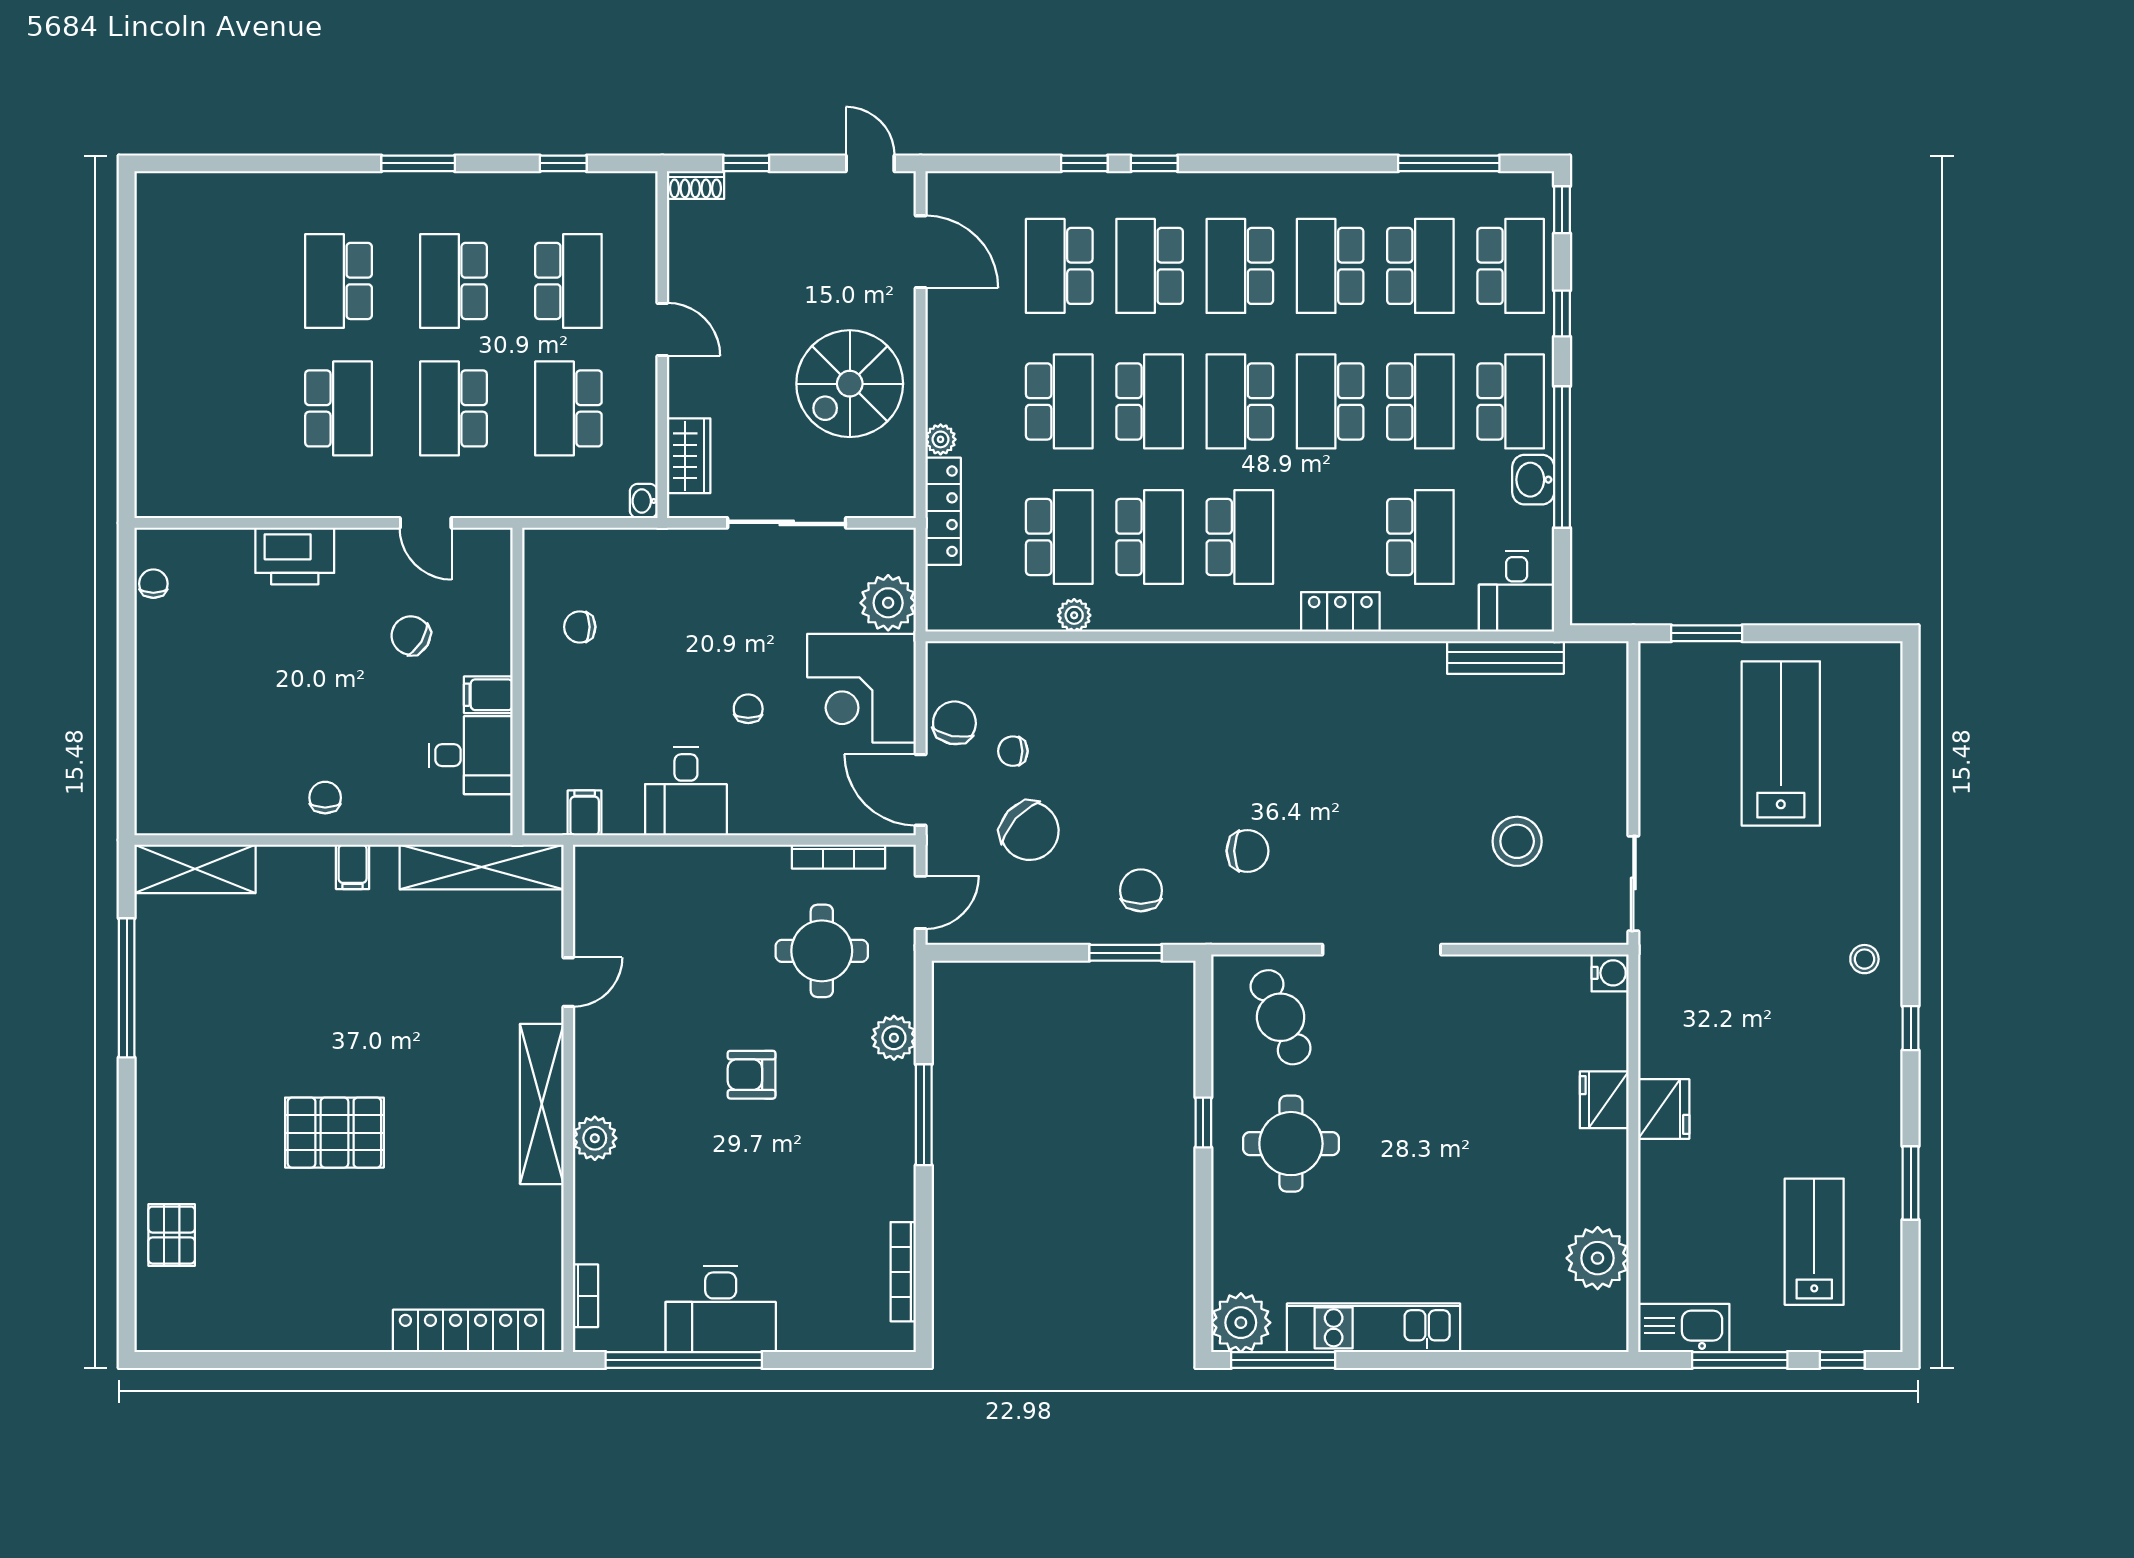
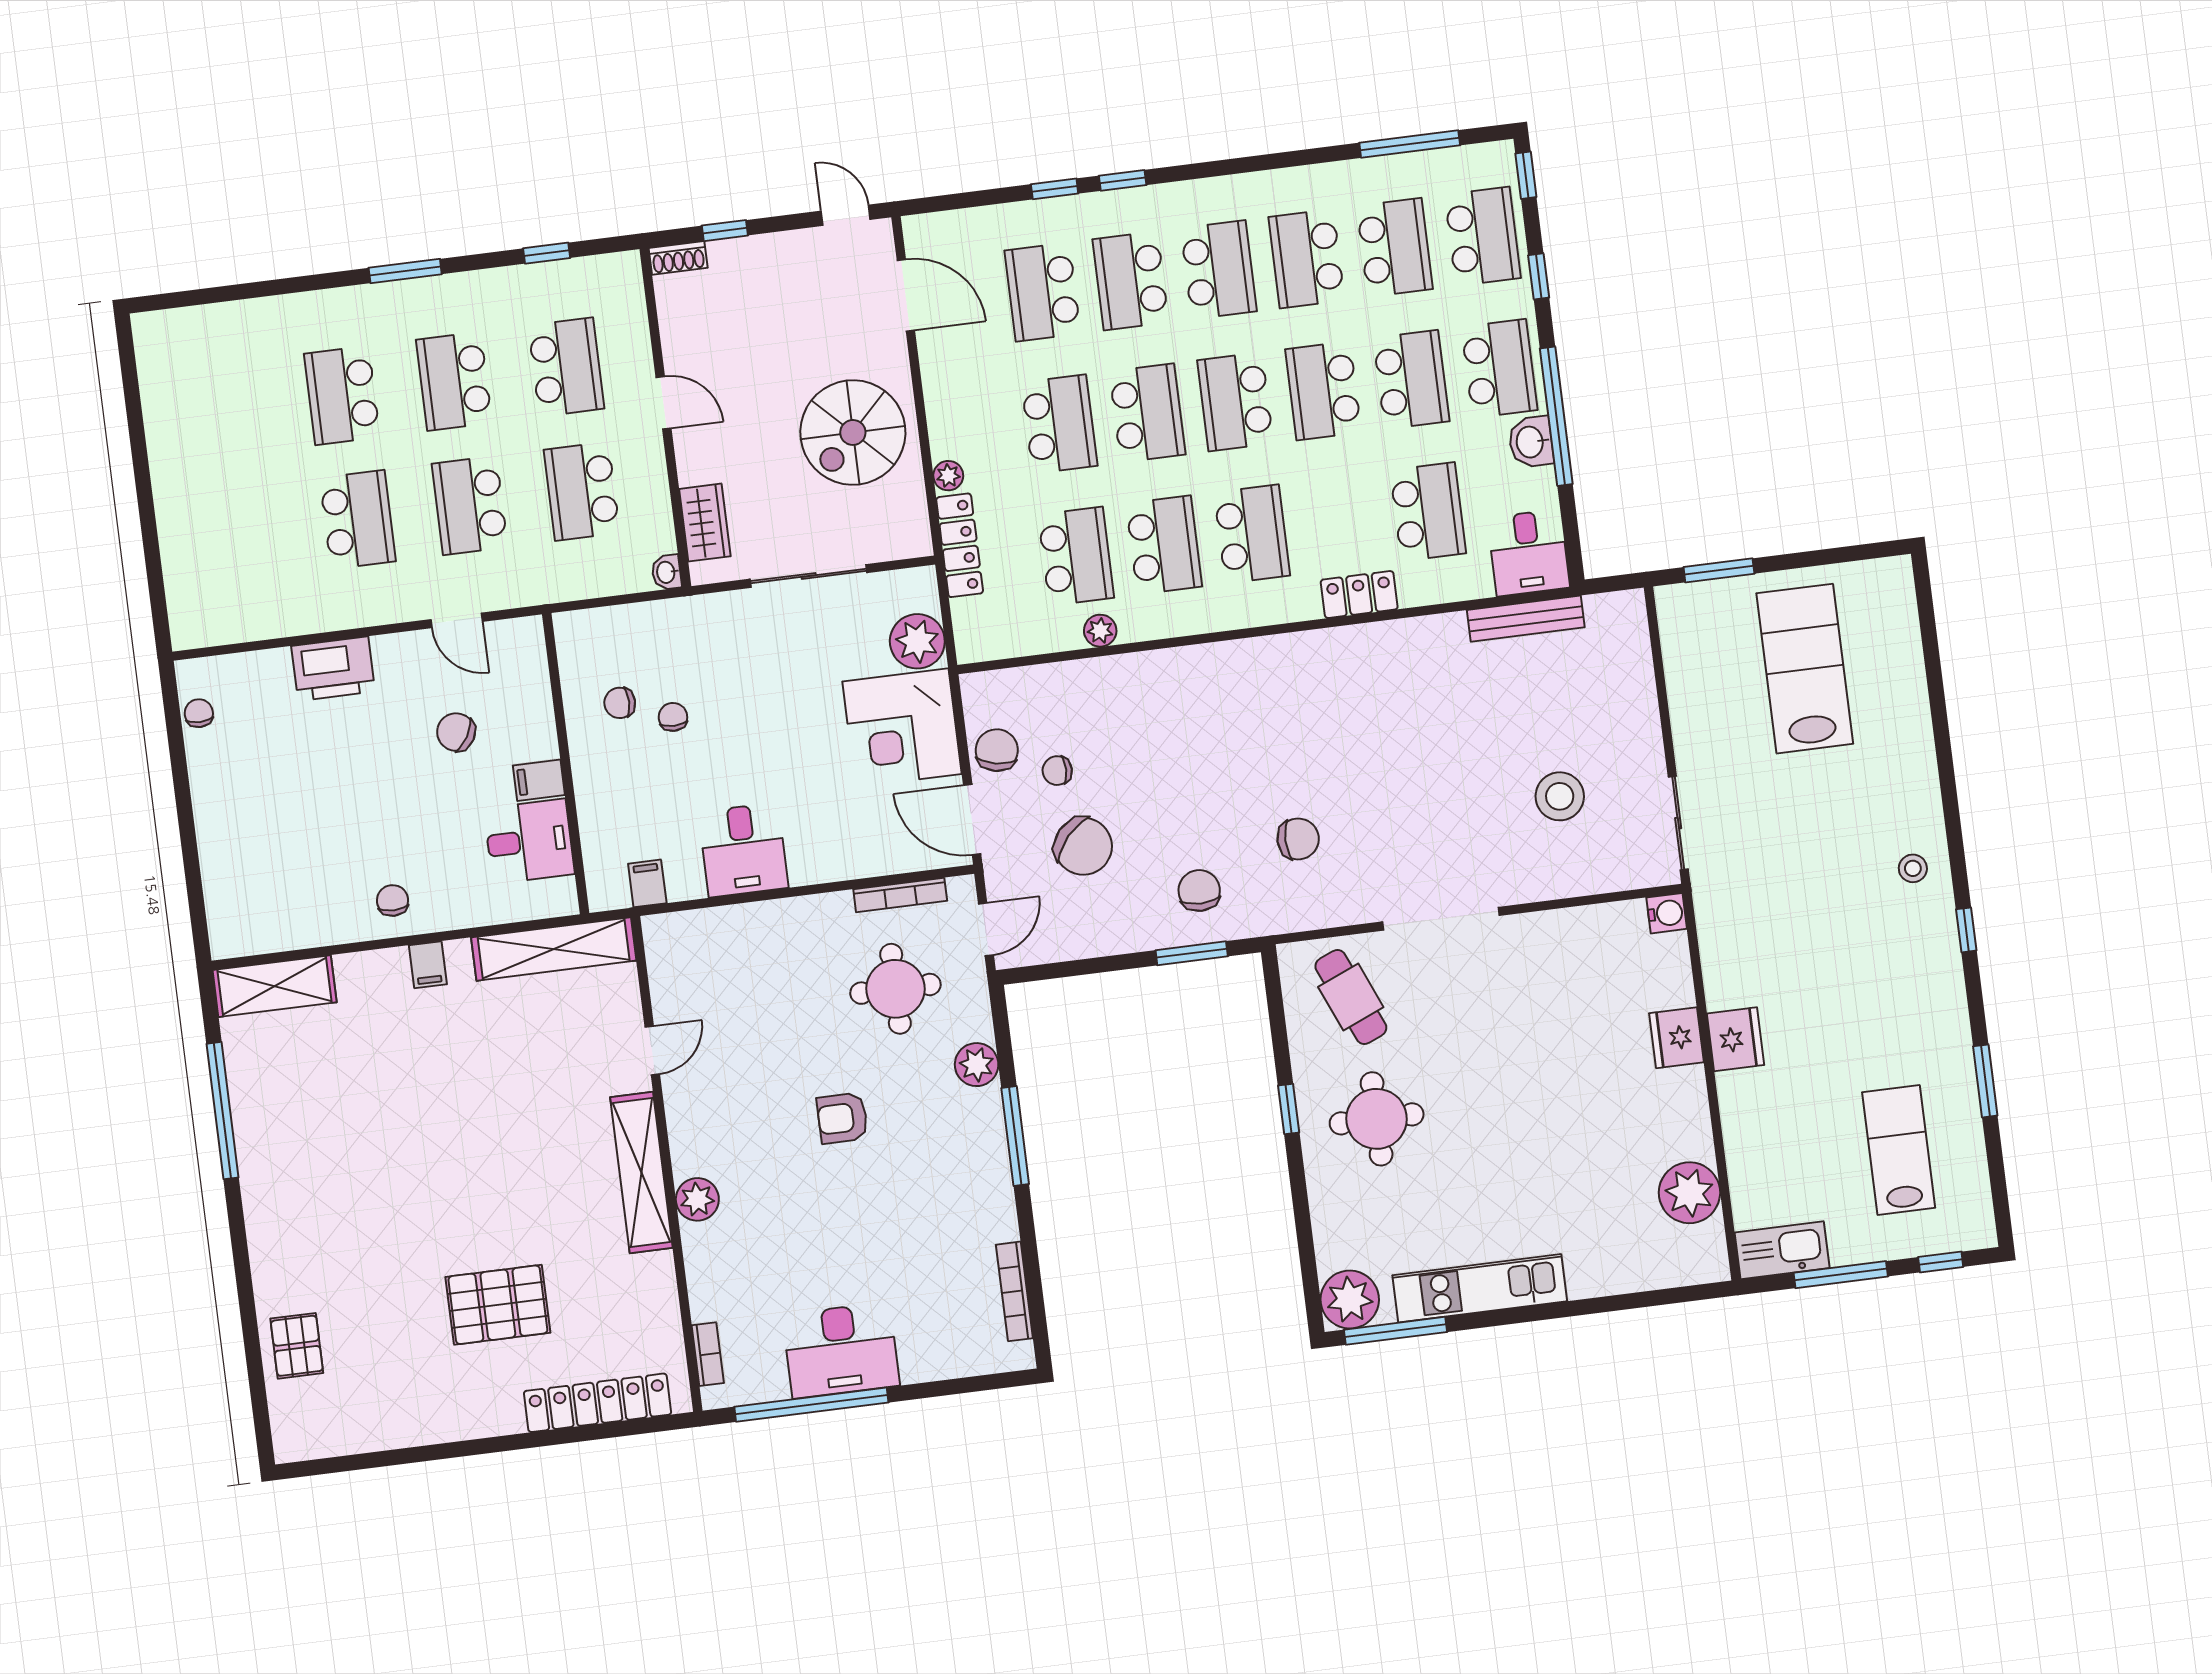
school desk: (1240, 266) -> (1219, 270), turned 180
chair: (748, 709) -> (673, 717), moved
pallet: (334, 1133) -> (498, 1305), moved

